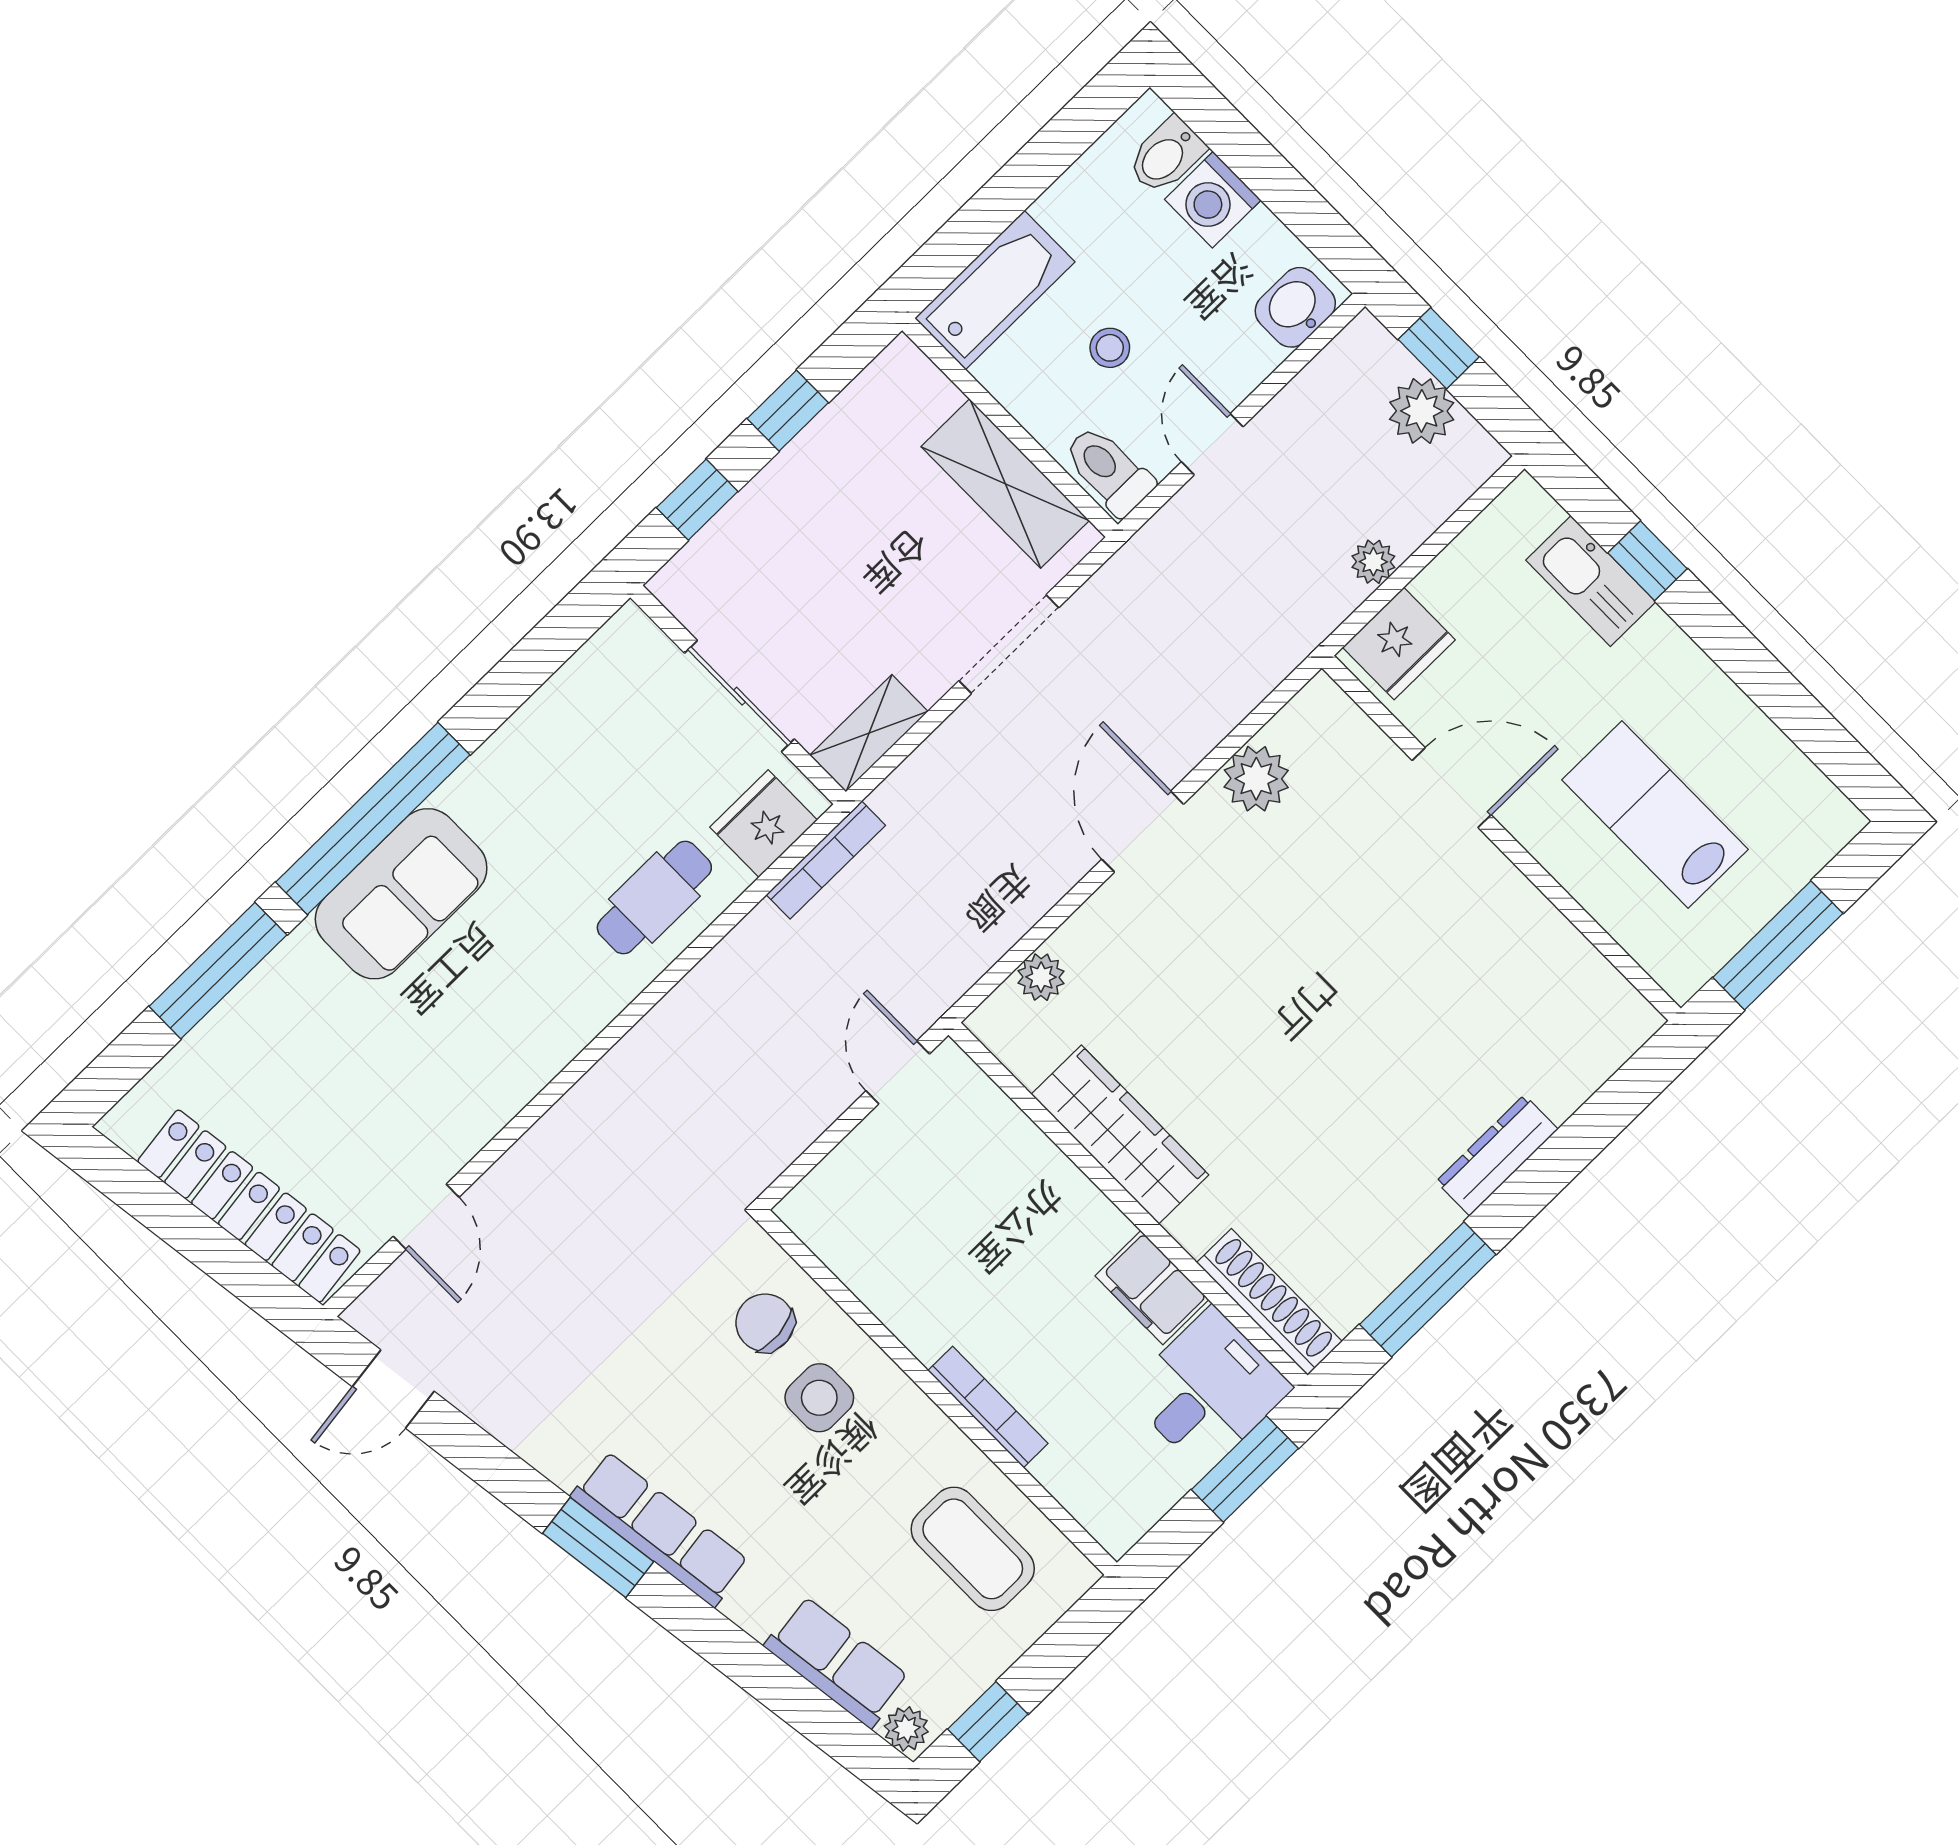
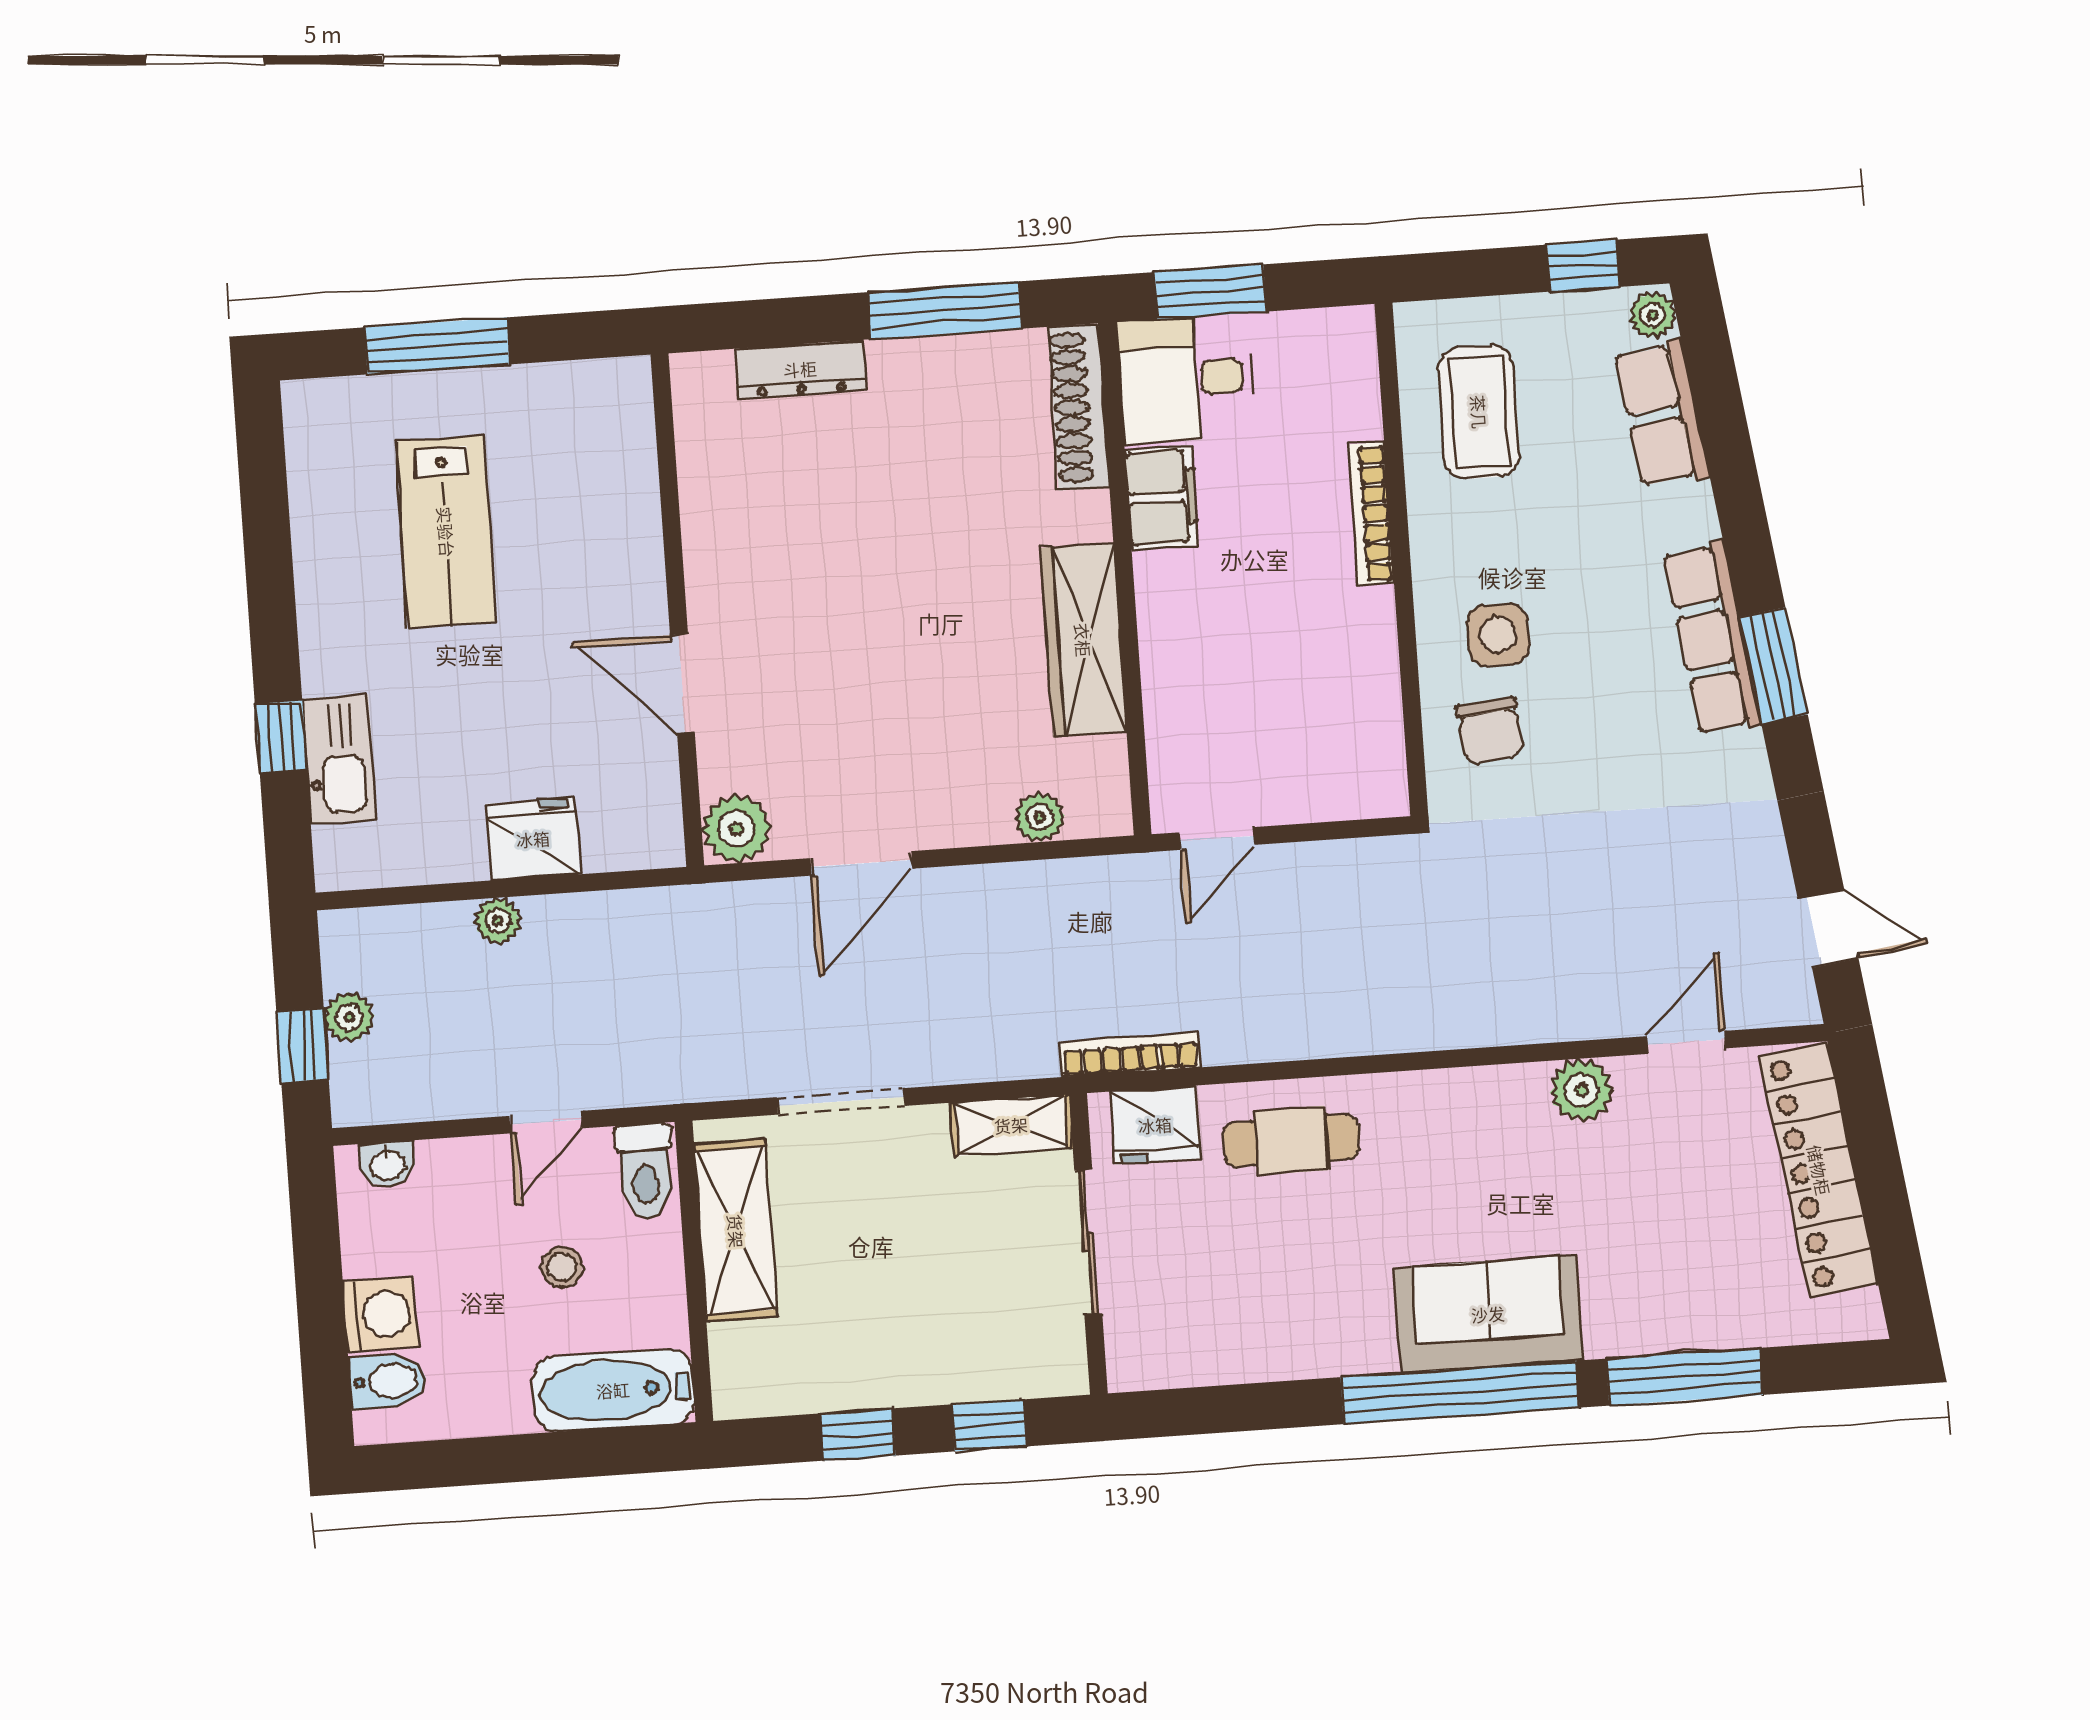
washbasin: (1295, 307) -> (387, 1164), width x0.72, depth x0.69
plant: (1422, 411) -> (349, 1017), width x0.73, depth x0.73
door: (1452, 788) -> (682, 683), moved
wall: (1501, 838) -> (677, 610), moved
plant: (473, 1116) -> (1581, 1090), added

